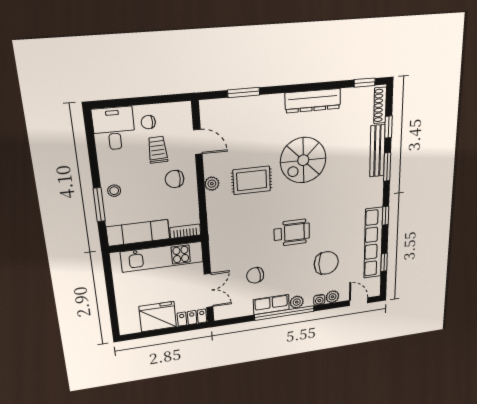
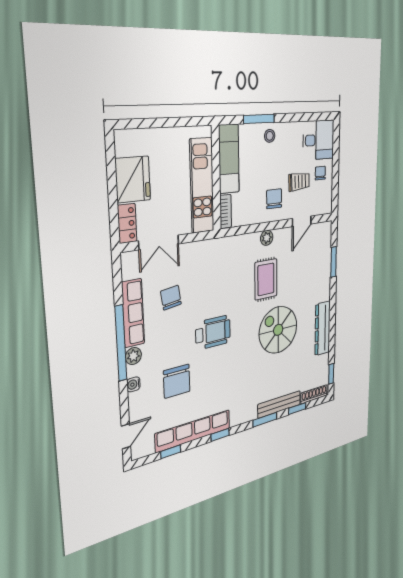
wheelchair: (292, 233) -> (213, 332), turned -90
plant: (332, 297) -> (136, 400), removed
row of seats: (271, 305) -> (133, 313), width x1.48

